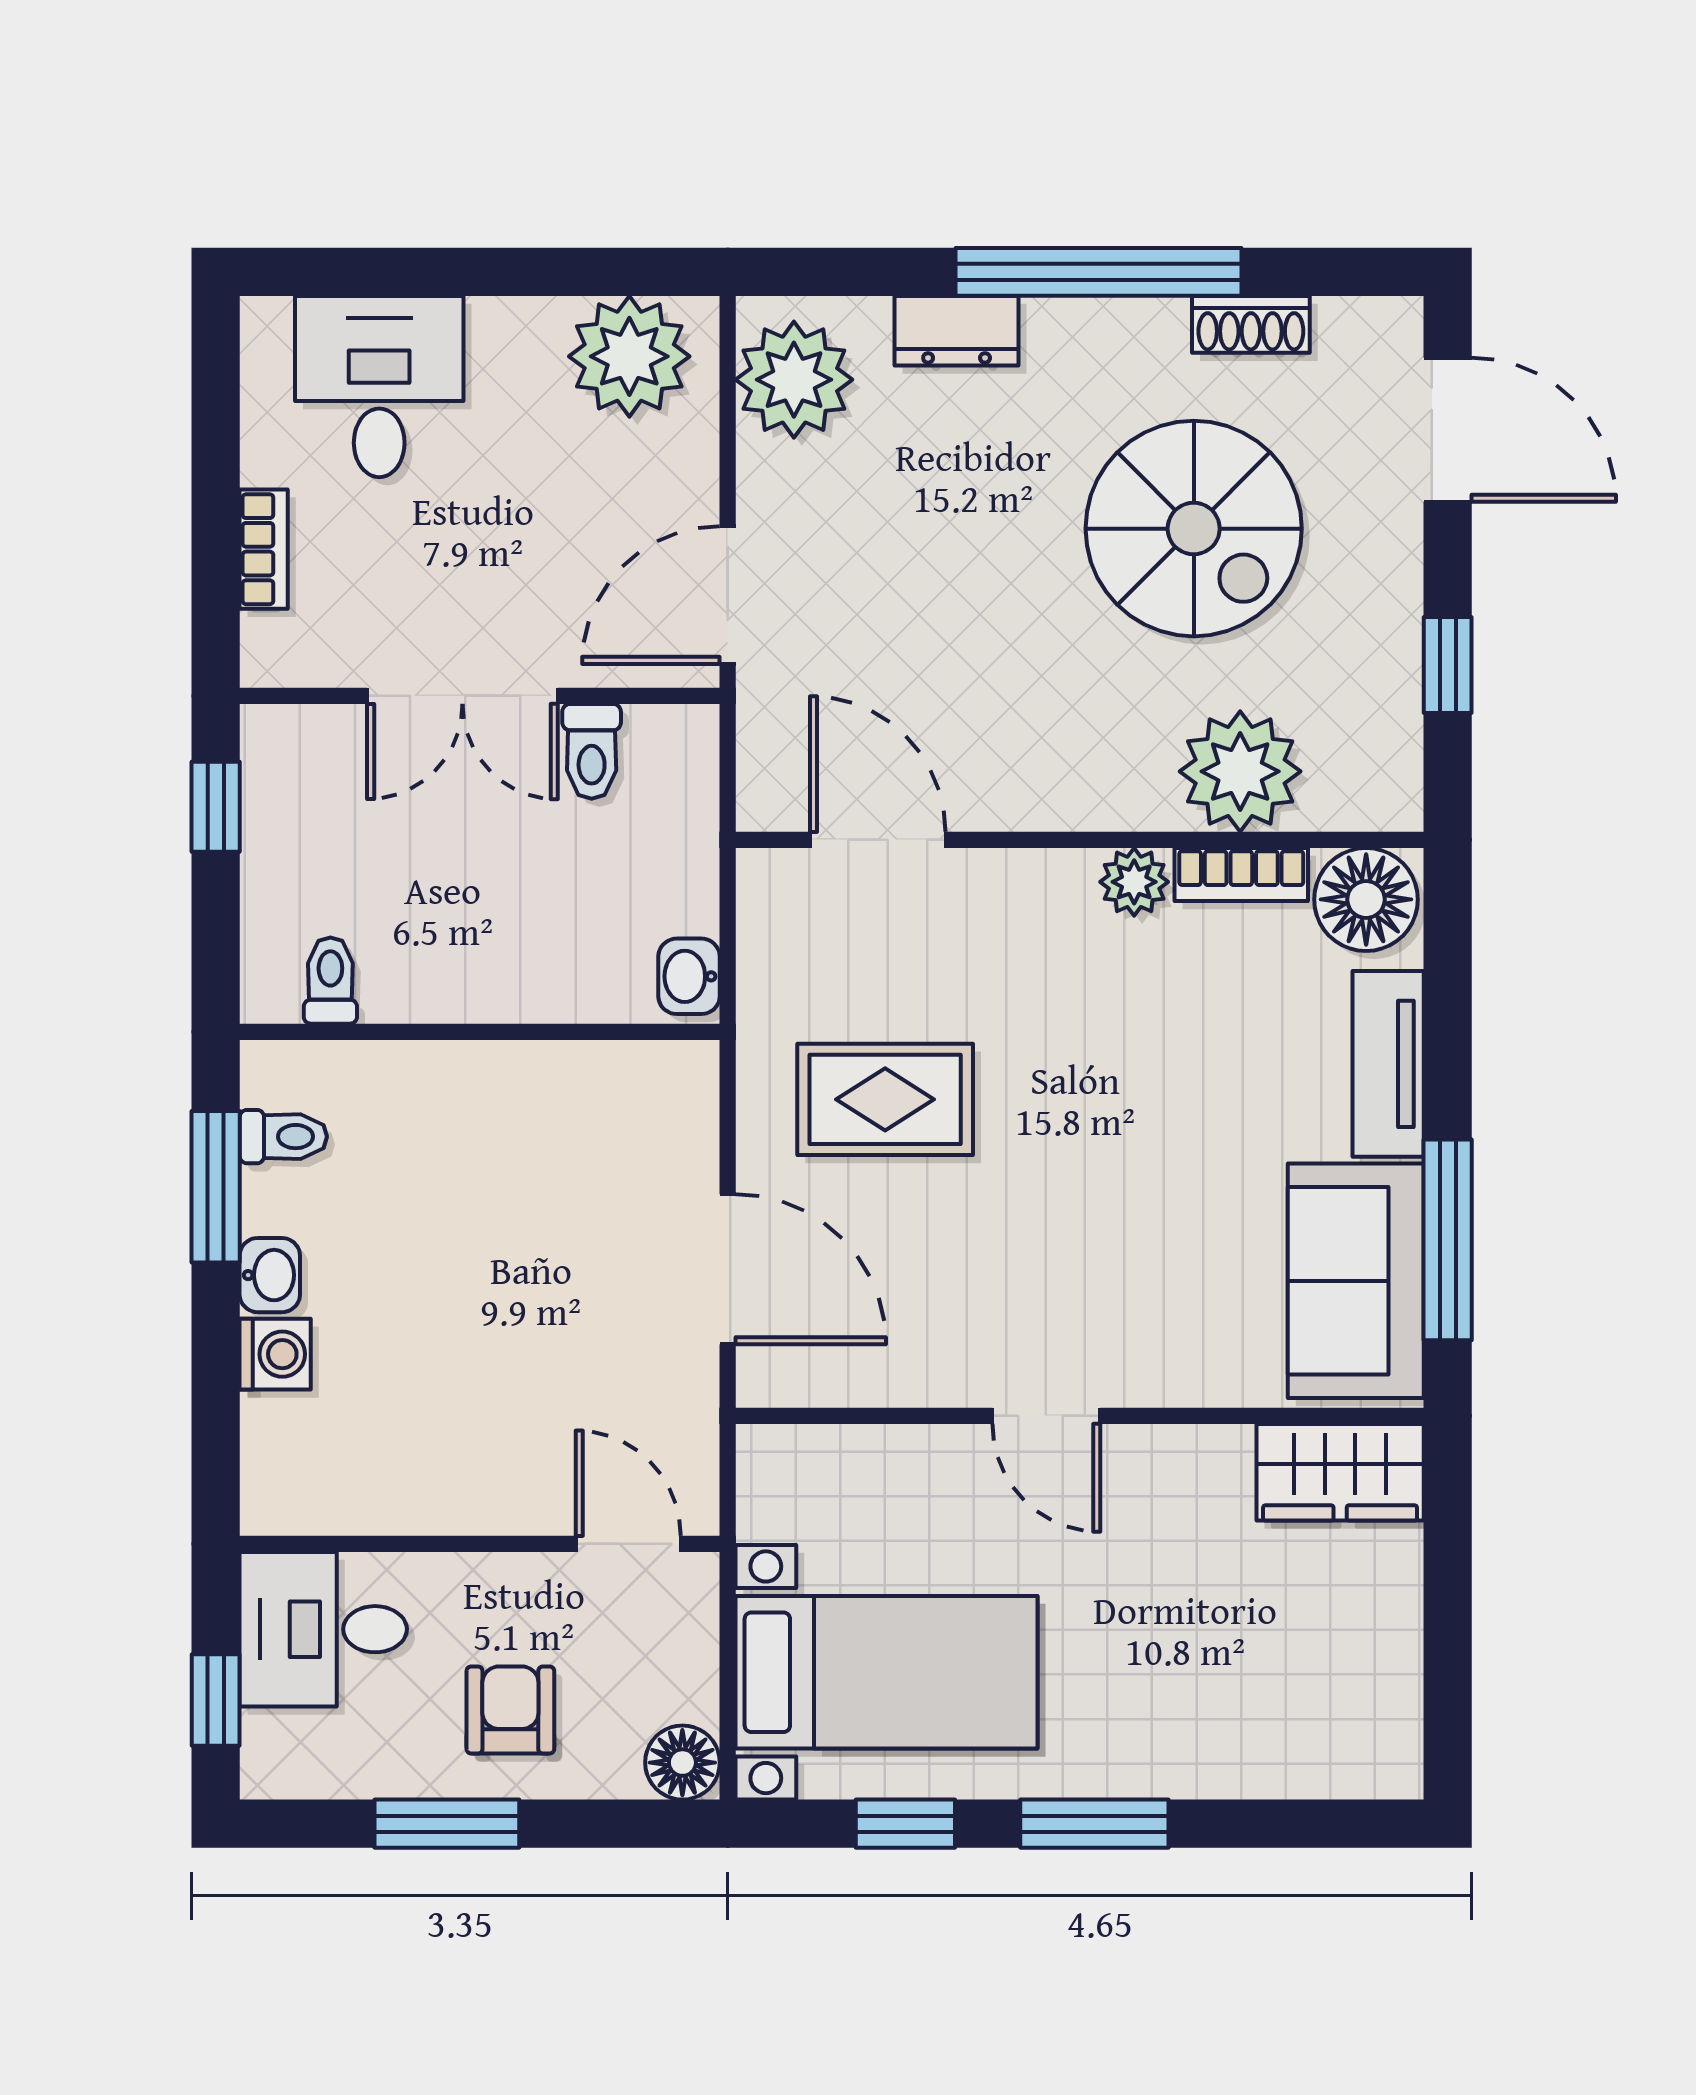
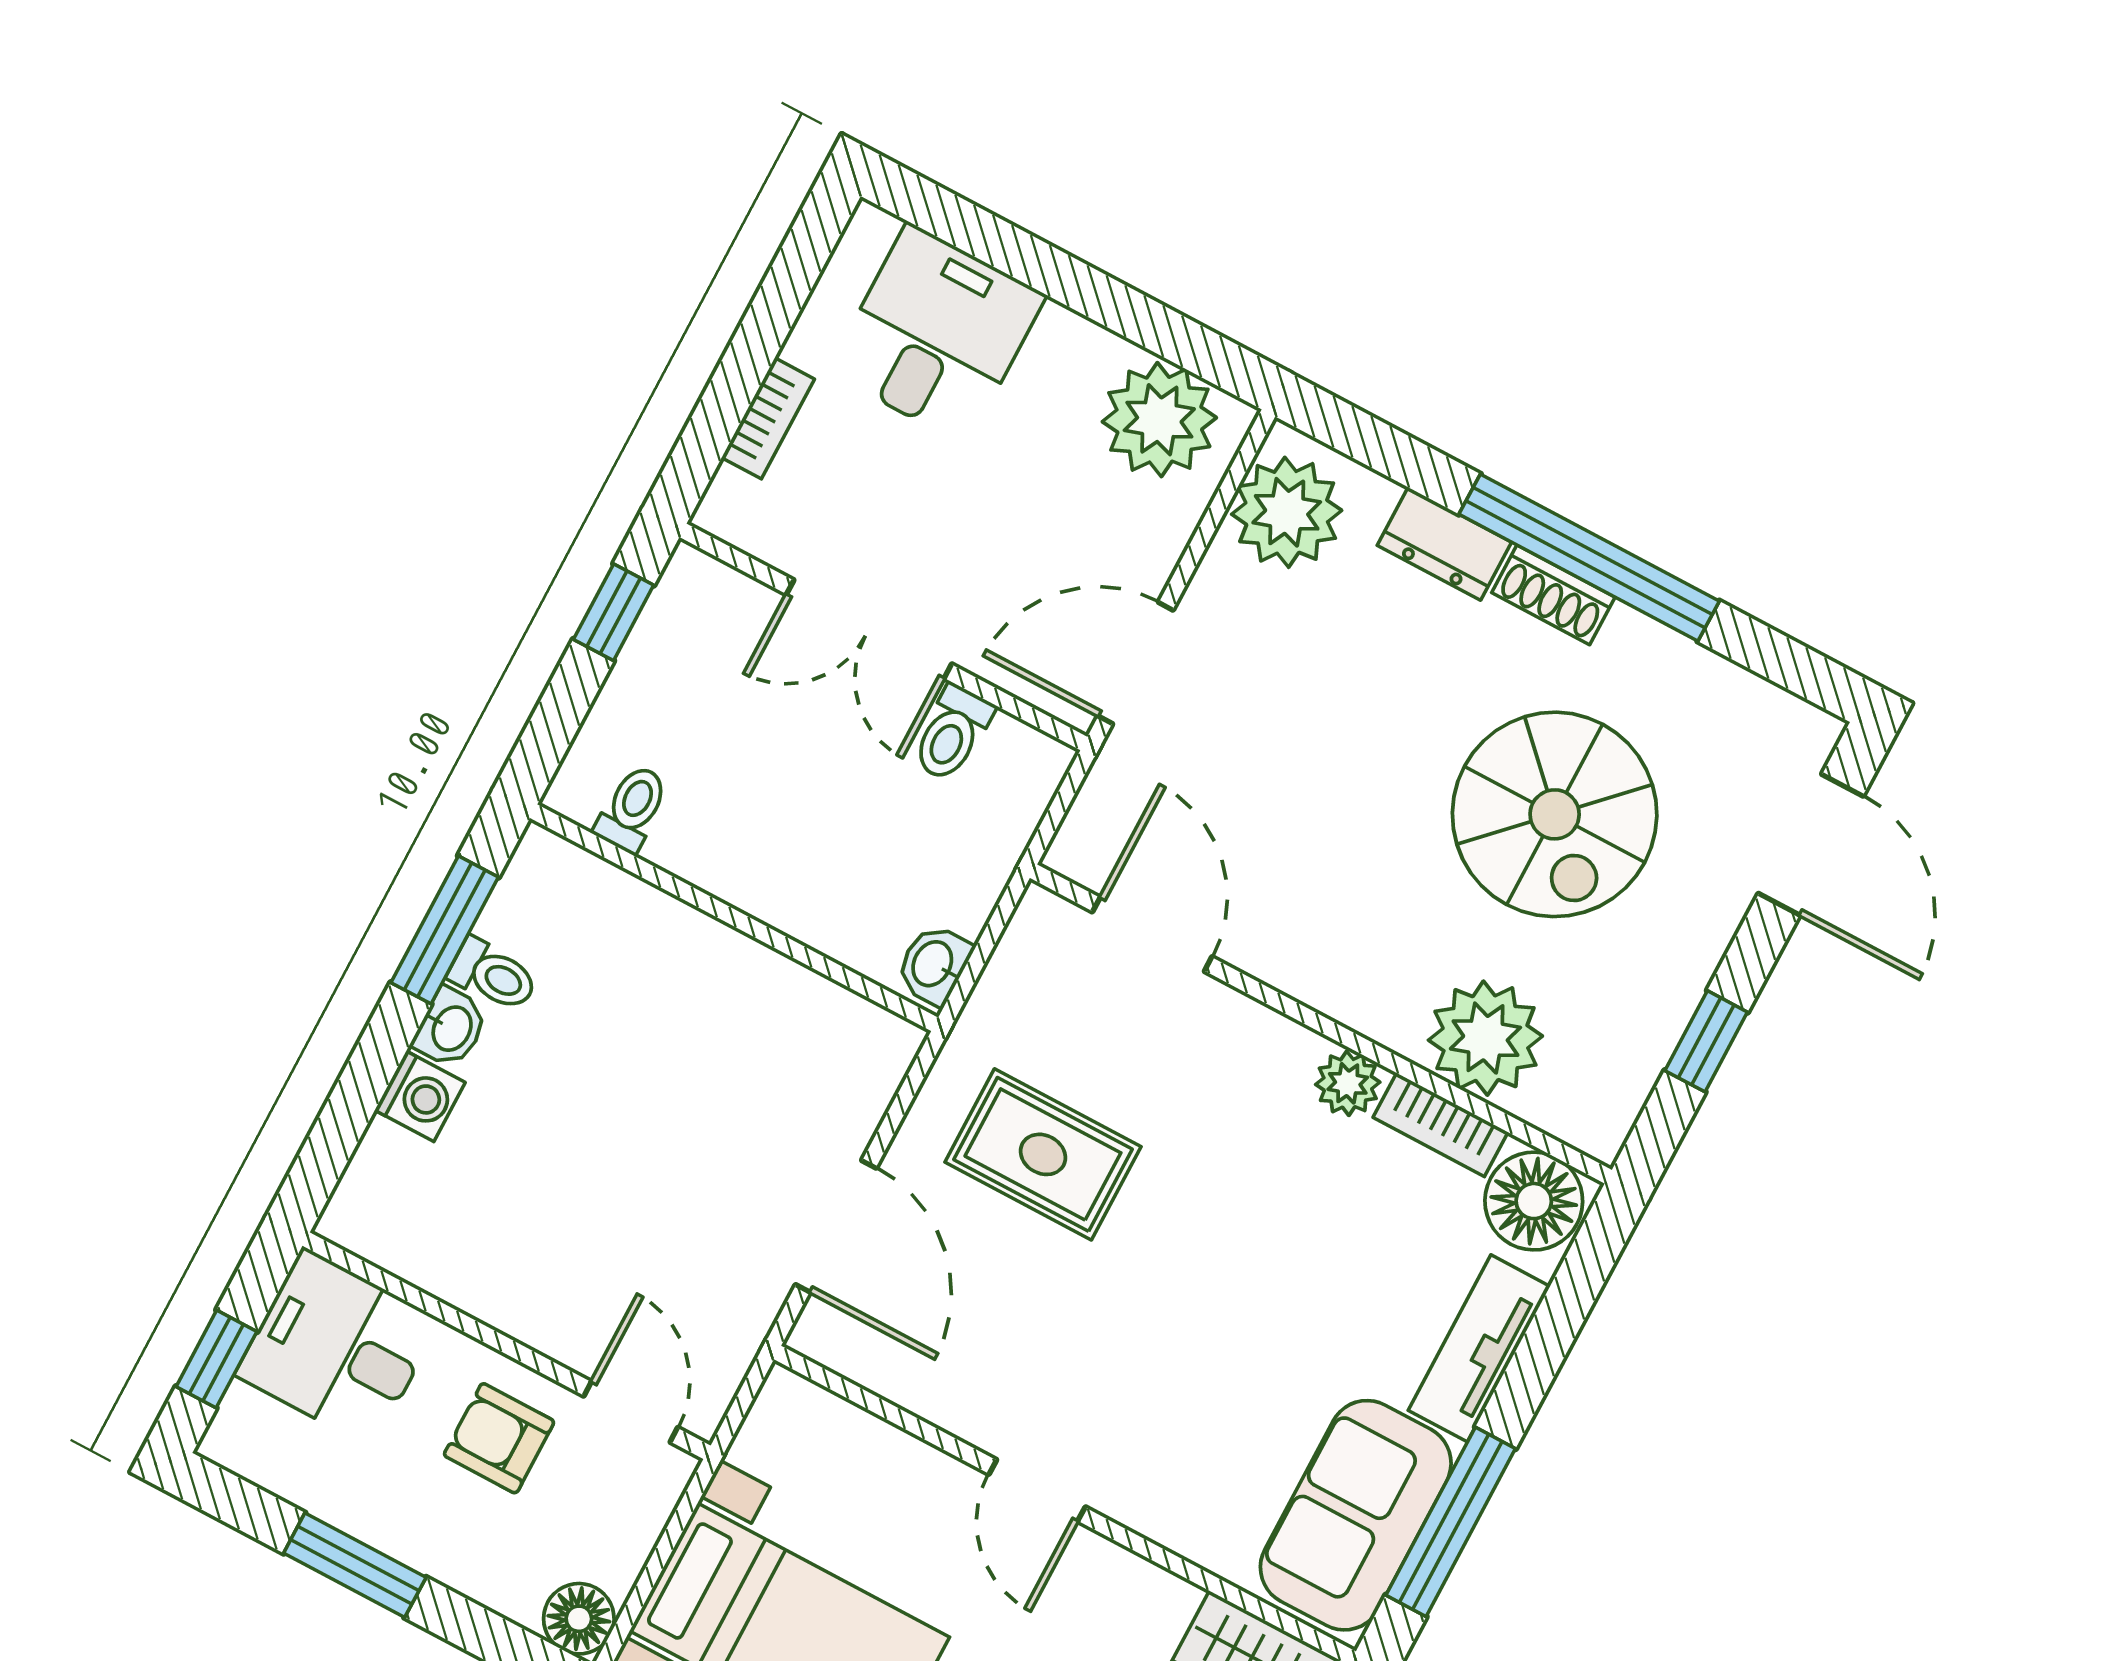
shoe rack: (1251, 324) -> (1553, 595), moved
toilet: (283, 1137) -> (493, 975), moved
armchair: (510, 1710) -> (499, 1438), moved, turned -90

